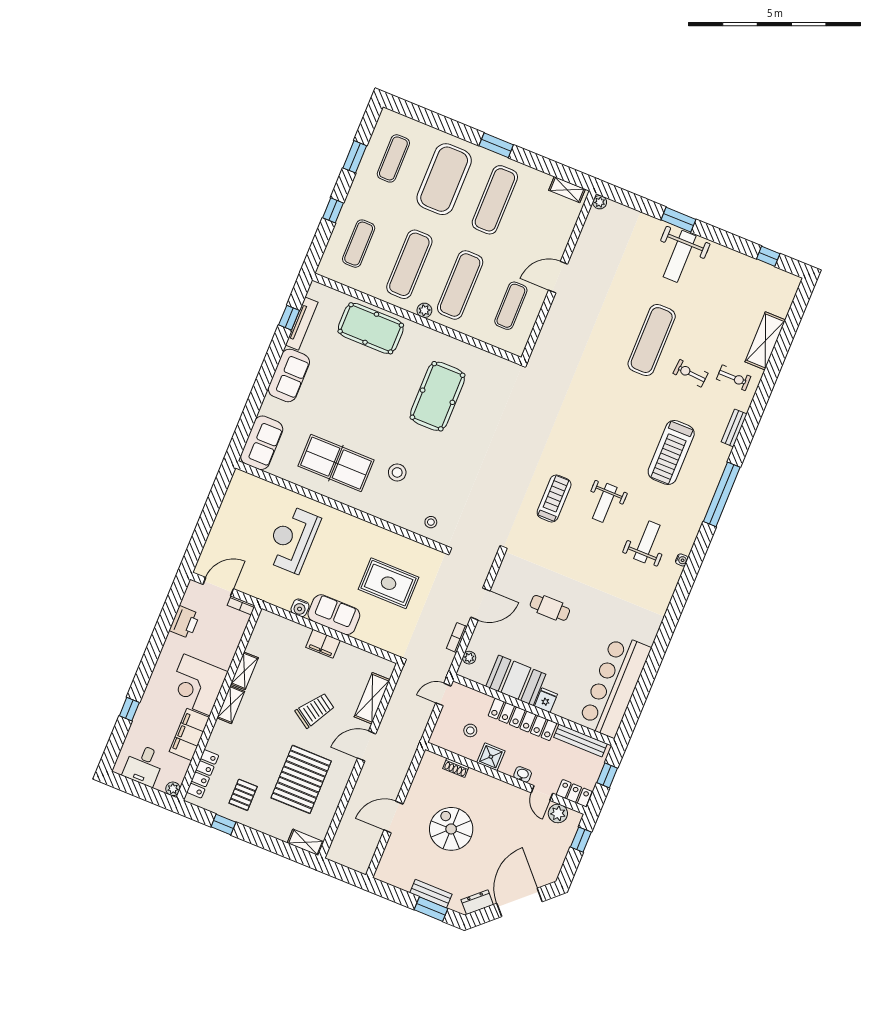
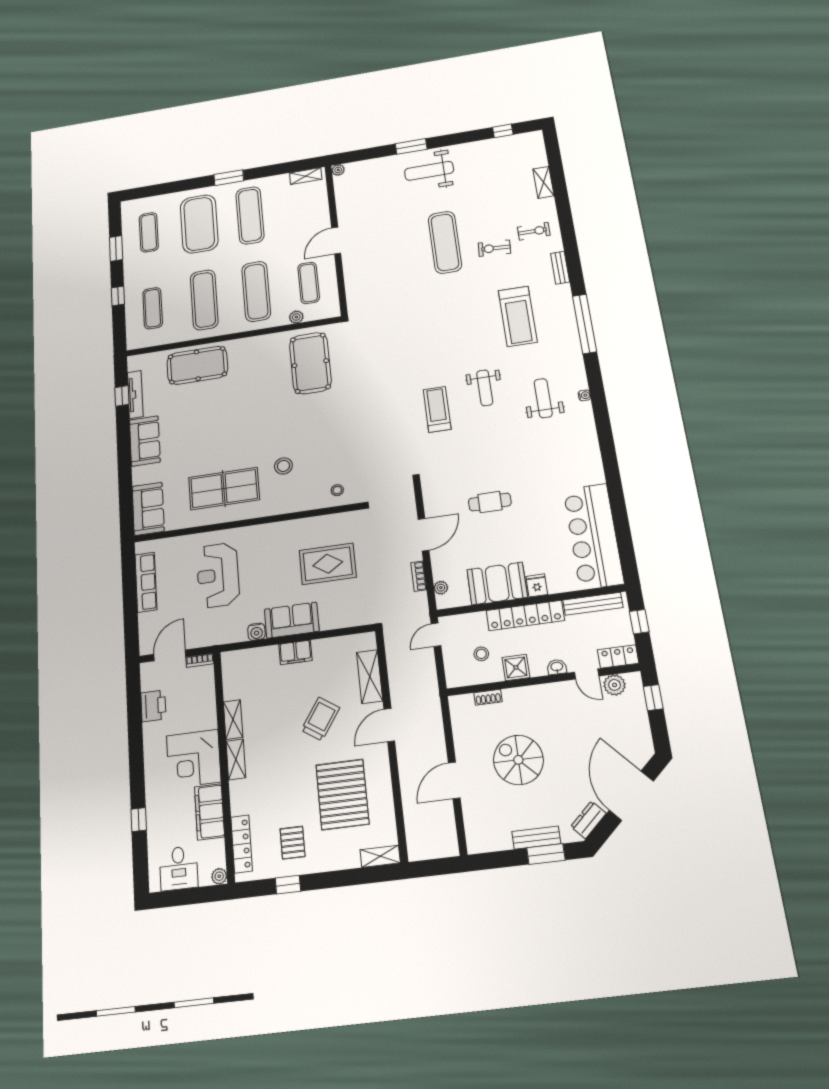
weight bench: (680, 256) -> (429, 171), turned 90
plant: (424, 310) -> (296, 317), moved
shelving: (765, 341) -> (543, 182), width x0.67, depth x0.75
pool table: (438, 396) -> (310, 363), moved
row of seats: (228, 510) -> (146, 582), added

